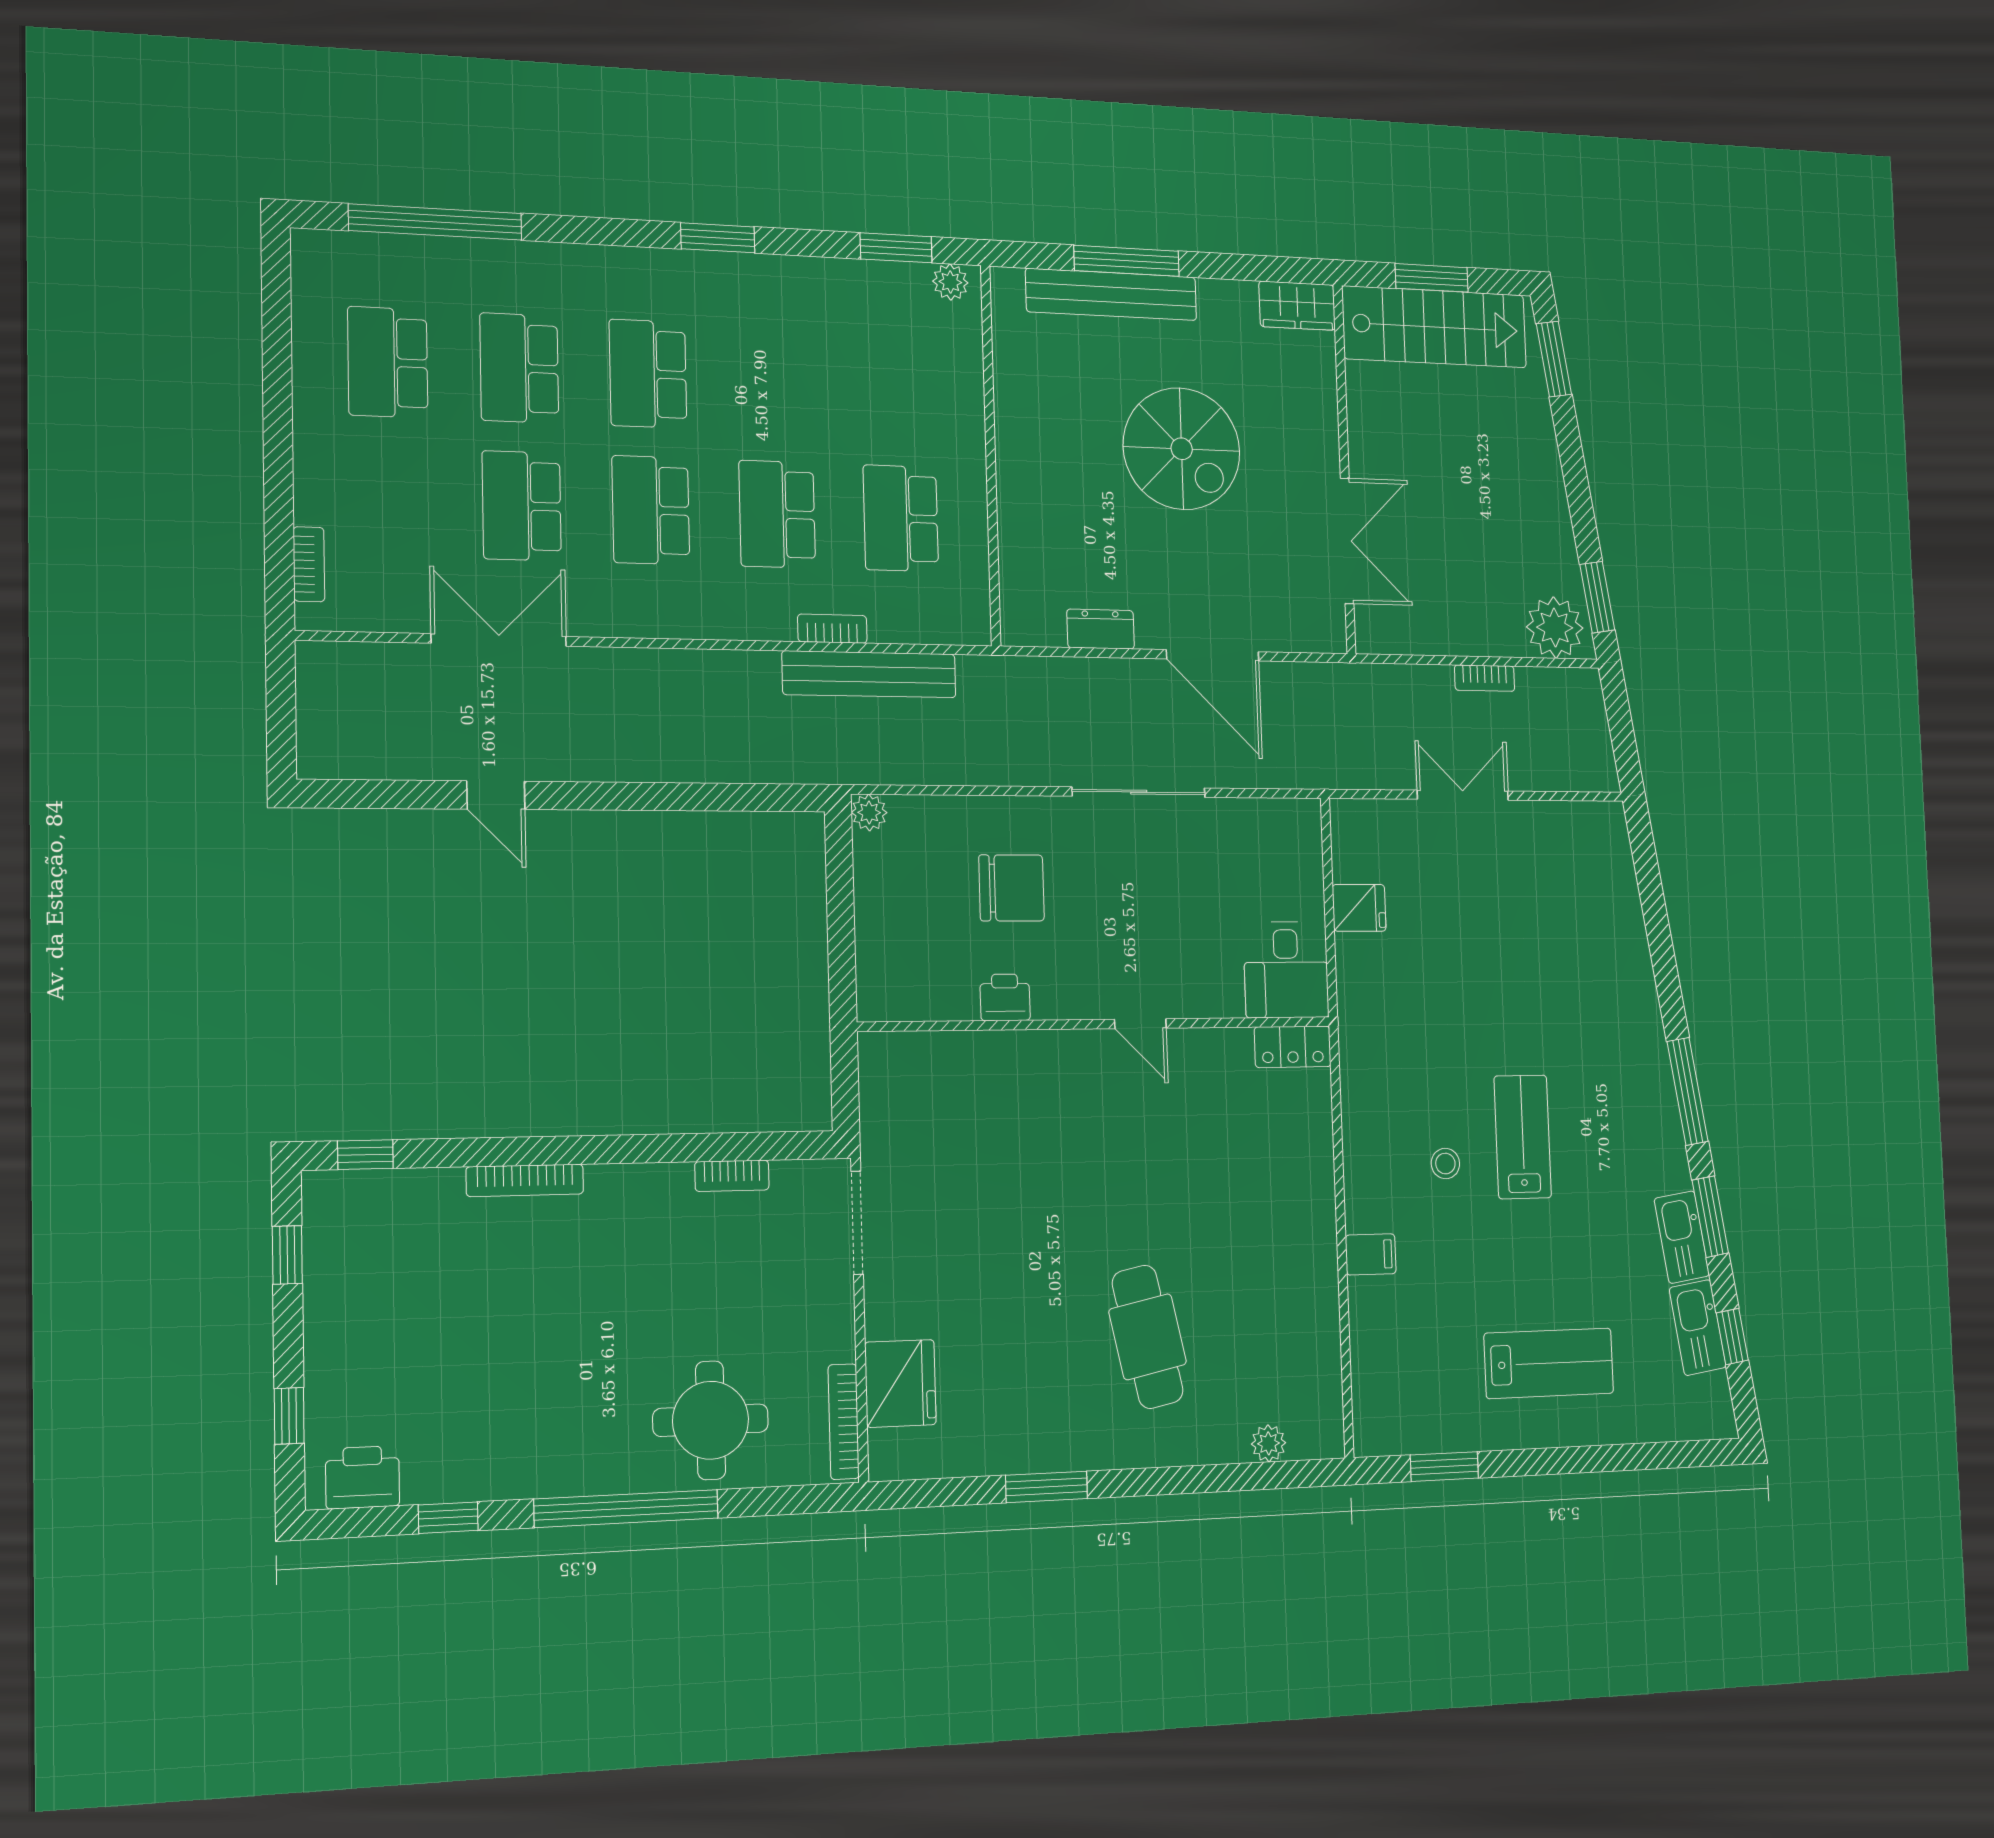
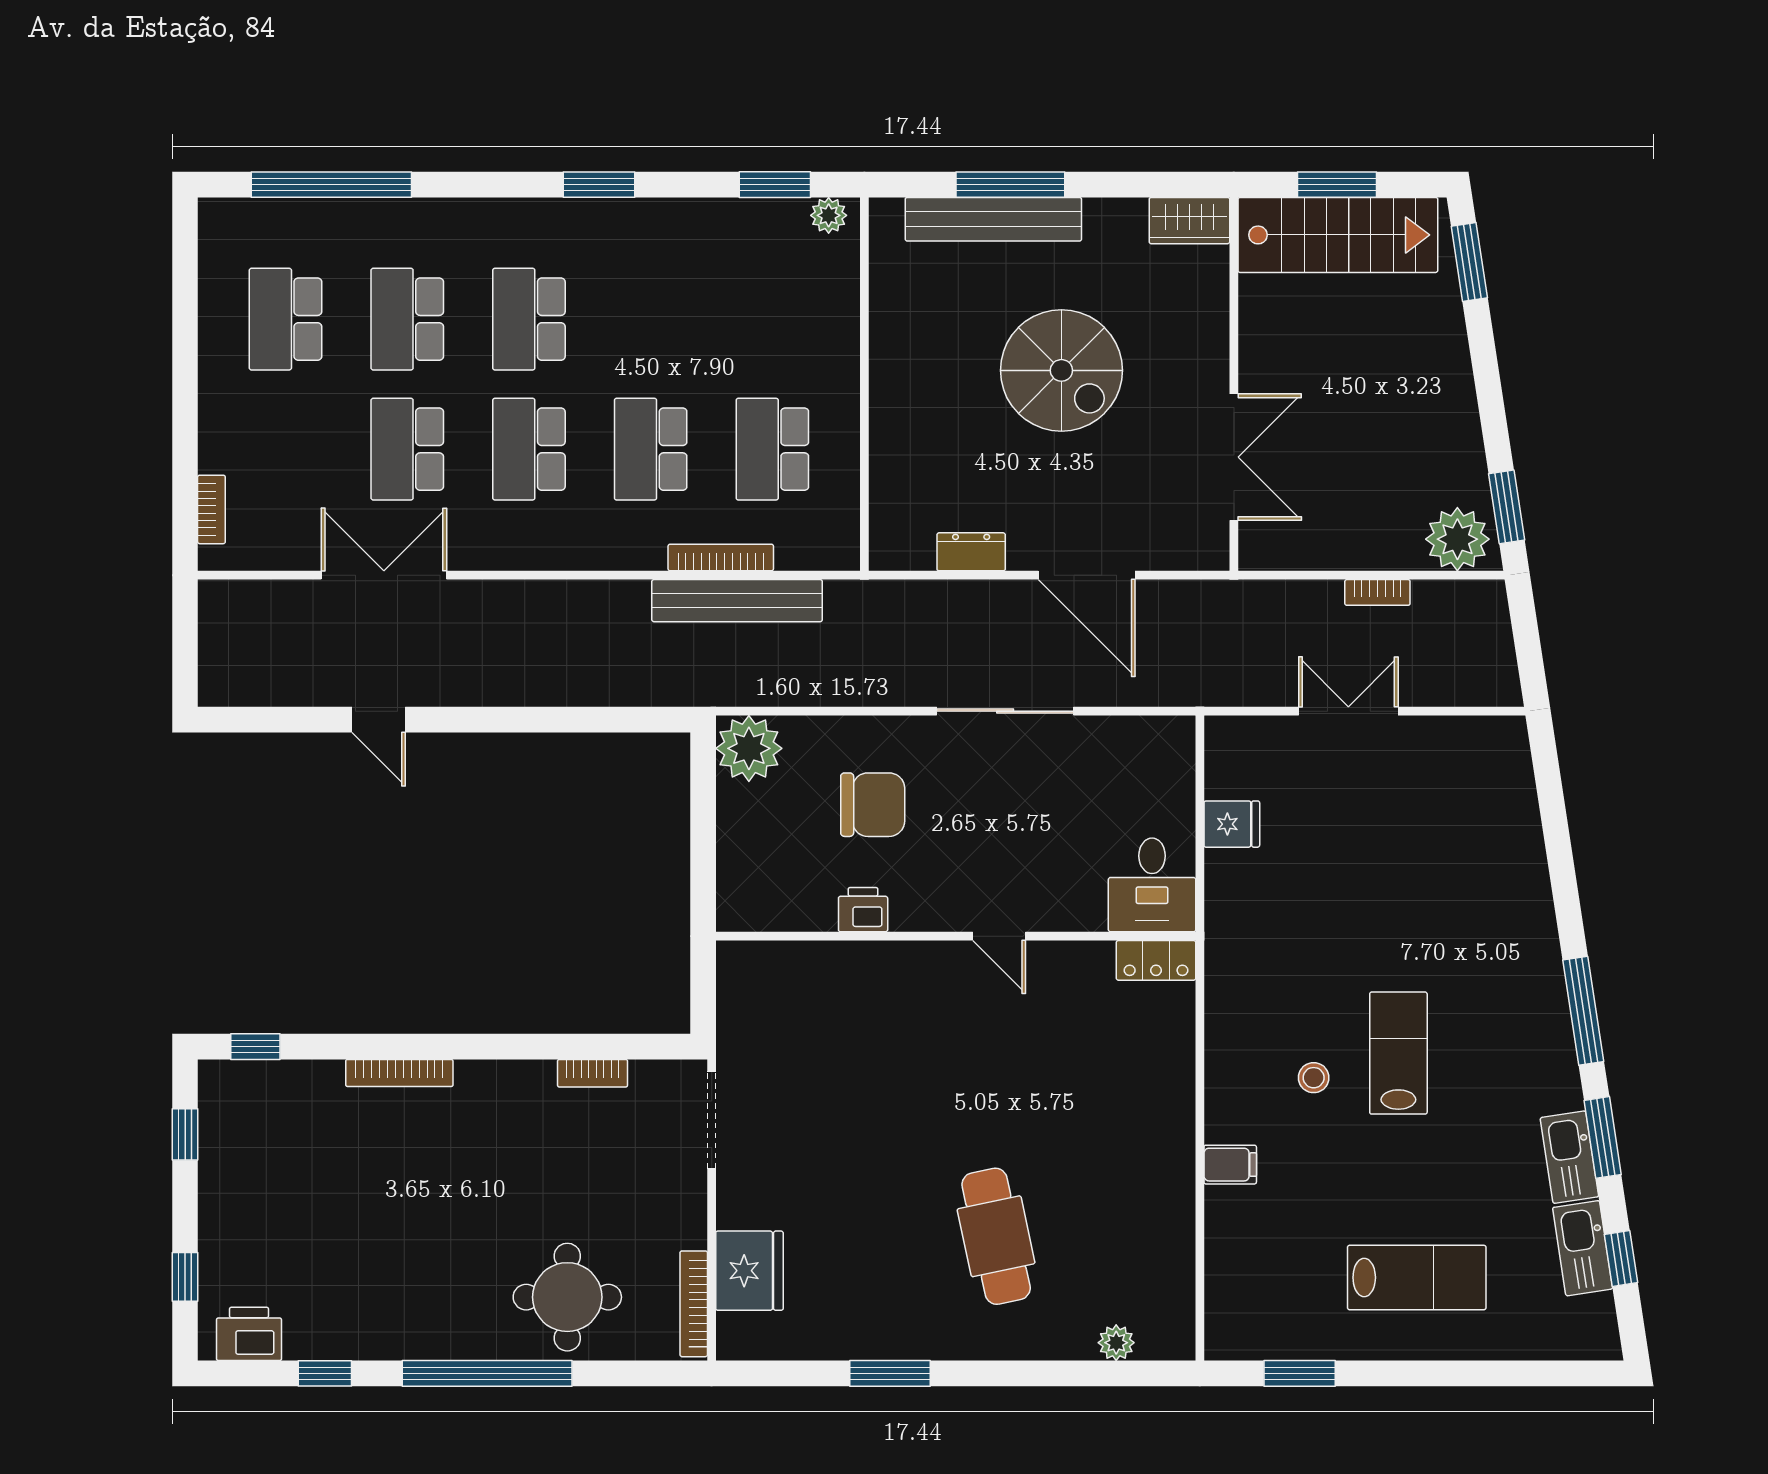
bookcase: (832, 629) -> (721, 557), width x1.56
plant: (869, 812) -> (749, 748), width x1.88, depth x1.88

